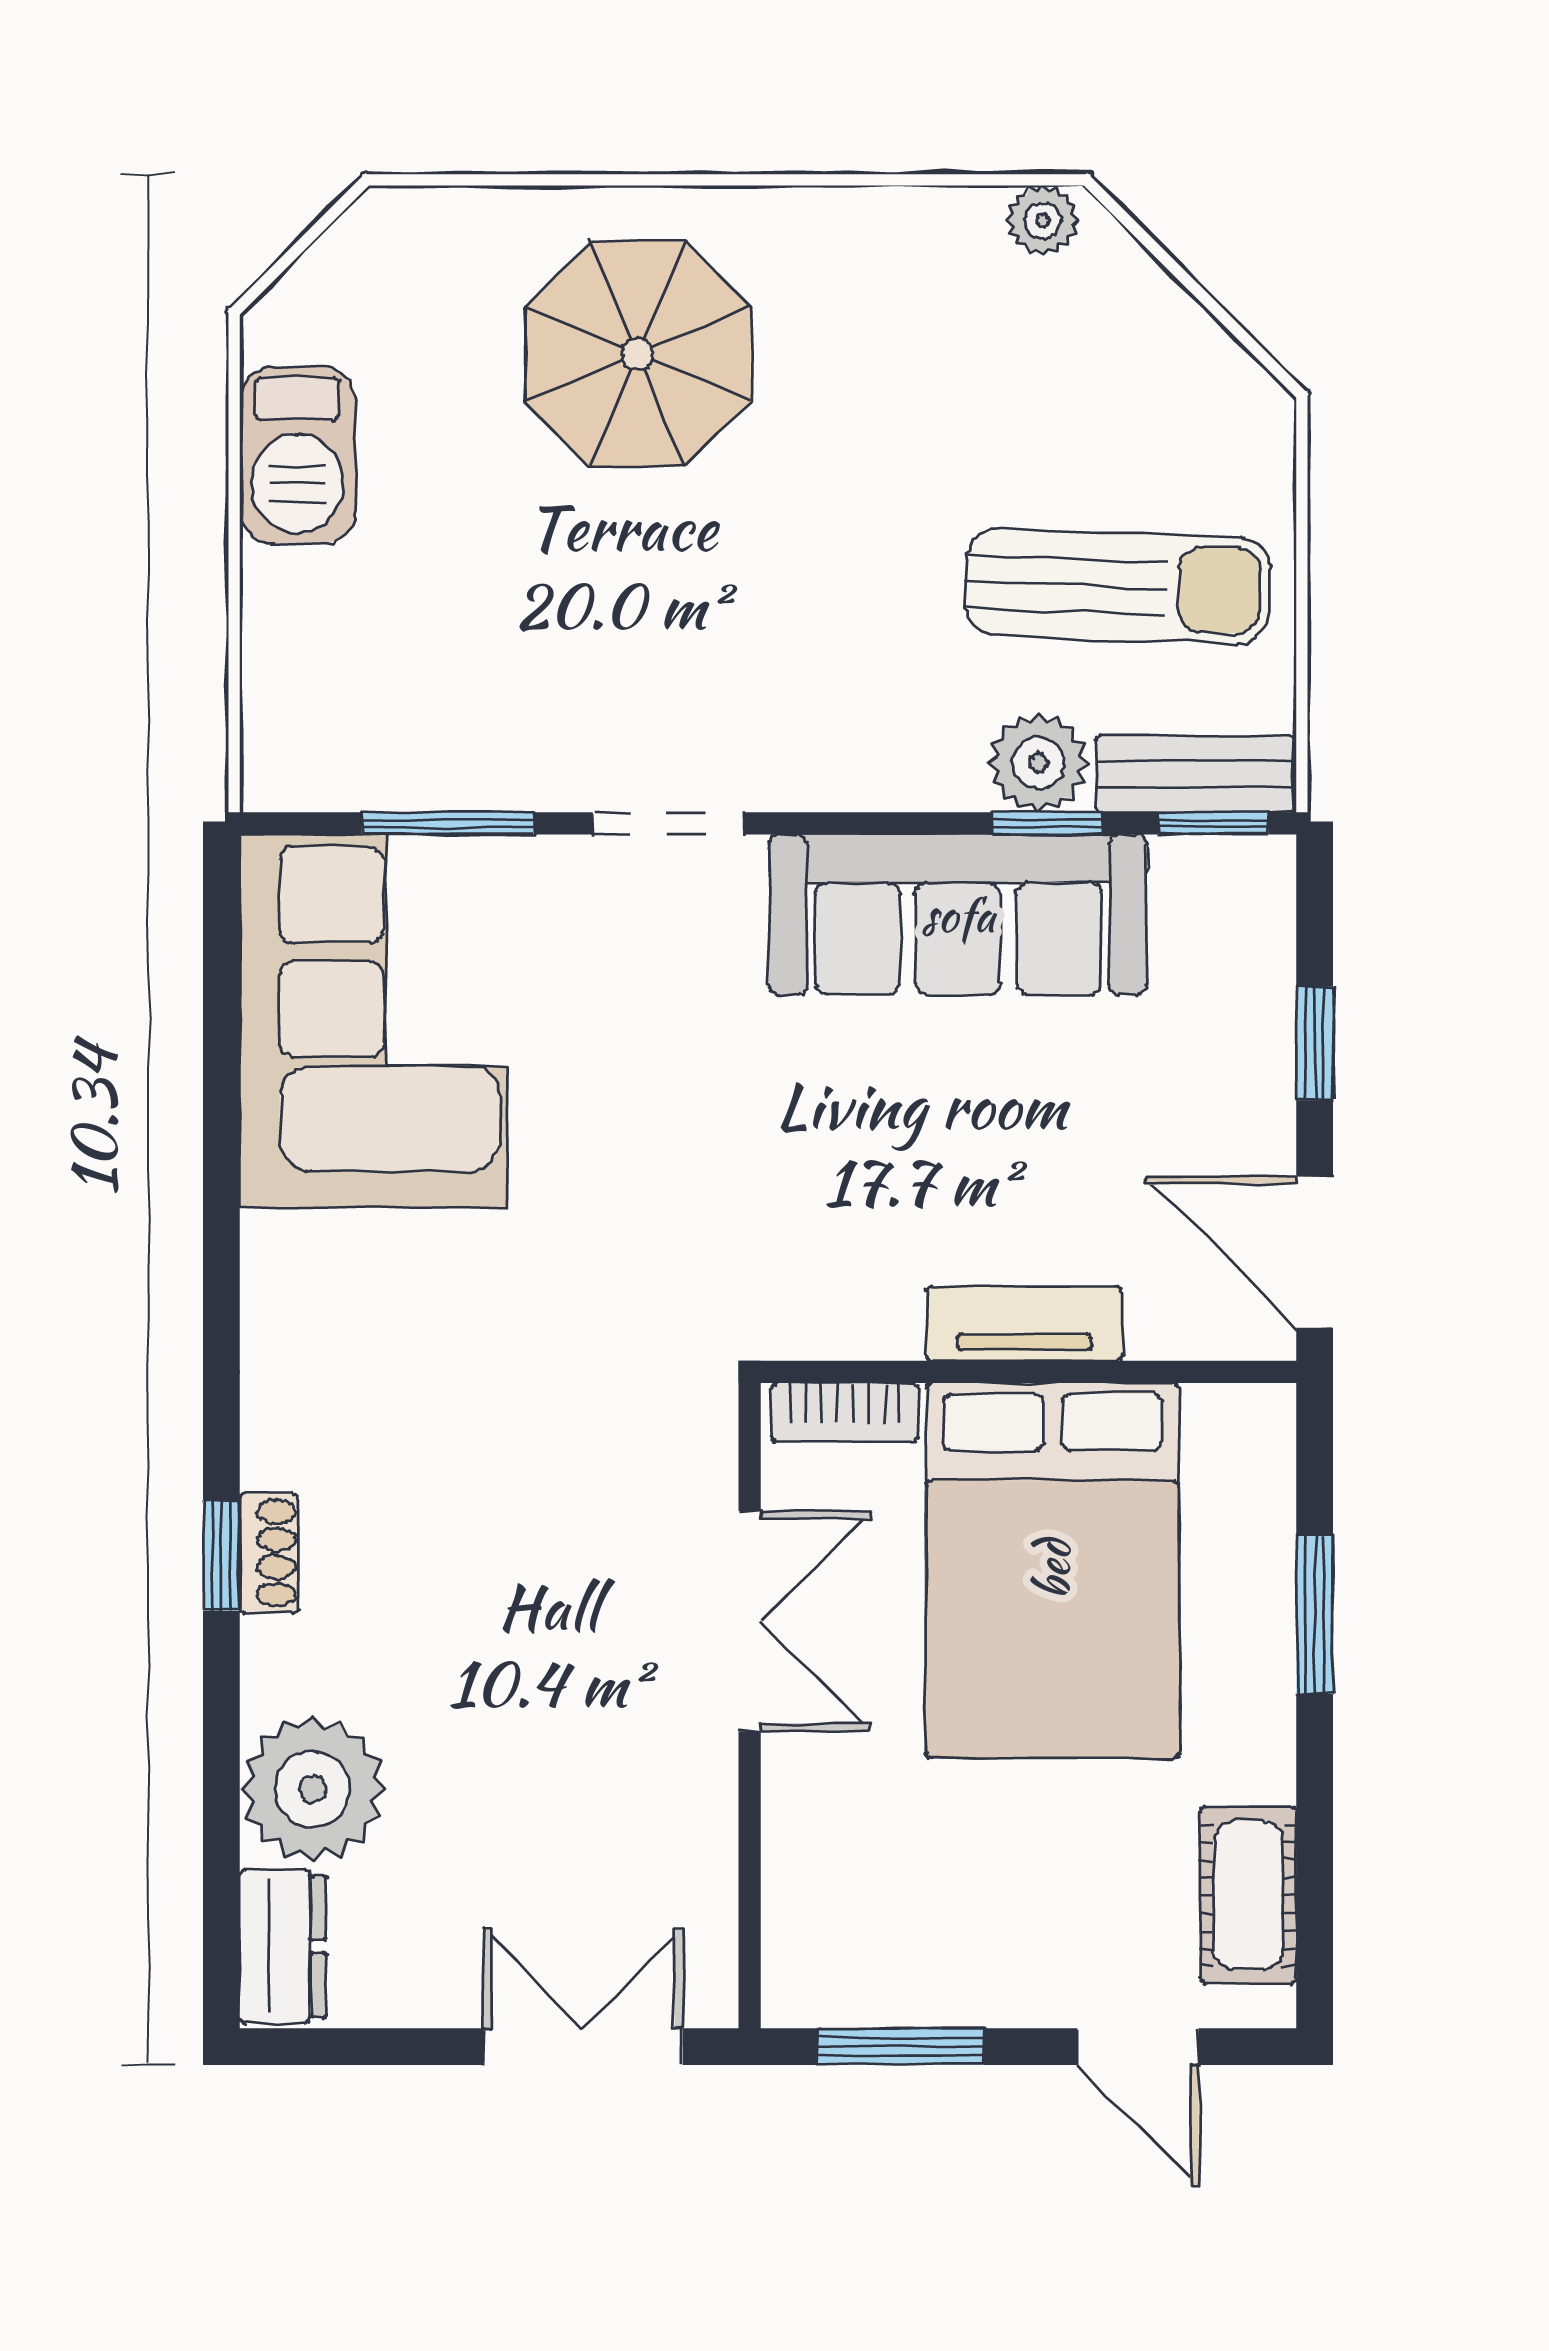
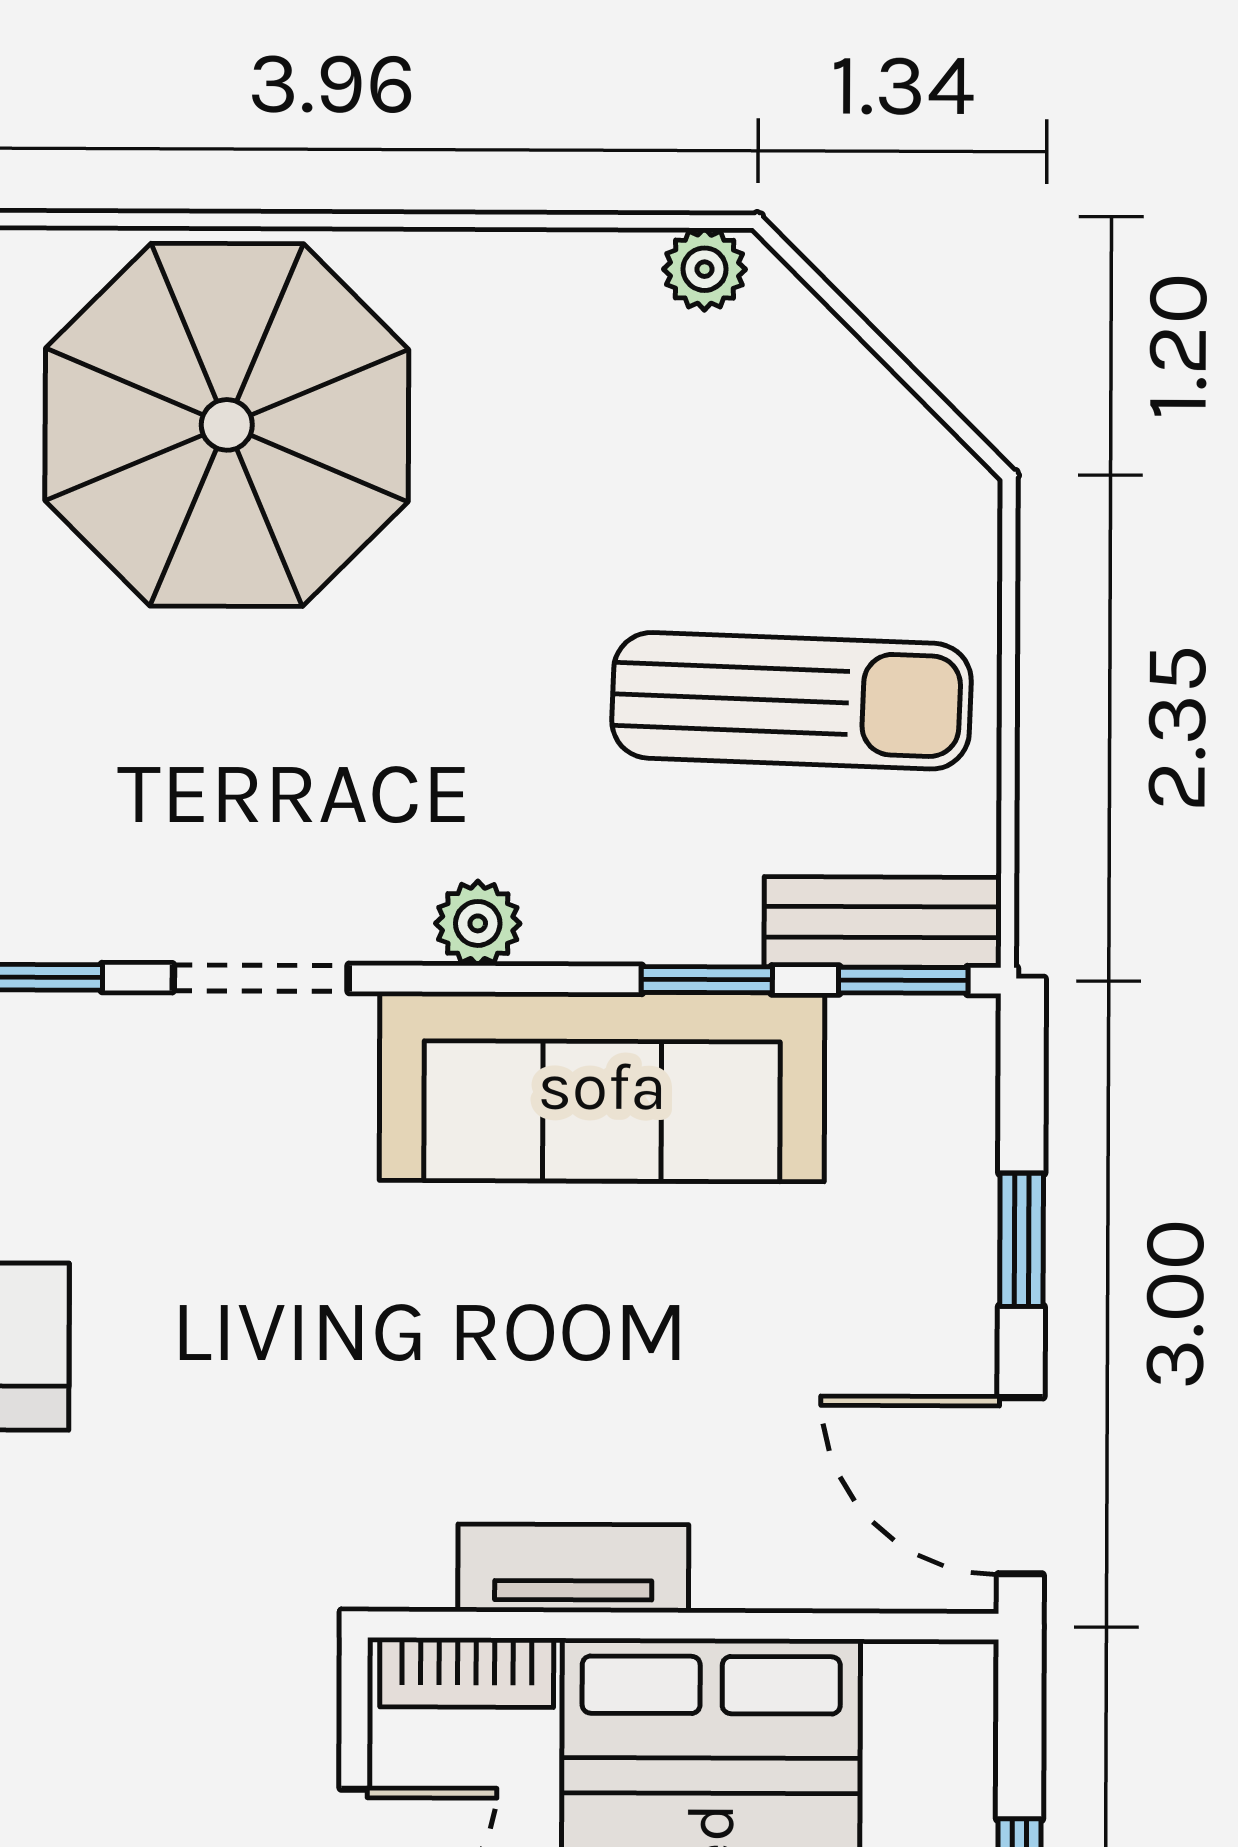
parasol: (638, 354) -> (227, 425), width x1.36, depth x1.36
plant: (1038, 763) -> (478, 923), moved, width x0.73, depth x0.73
tv unit: (1024, 1324) -> (573, 1568), moved

